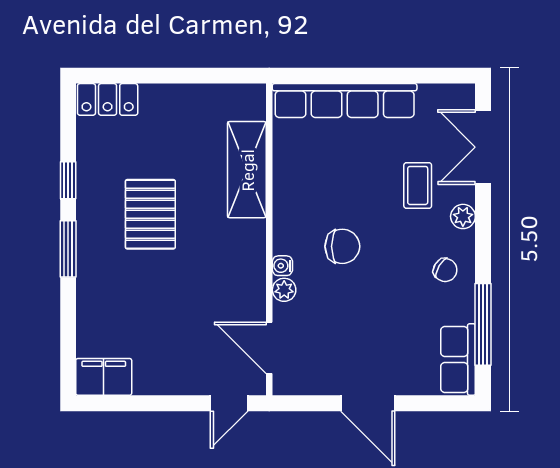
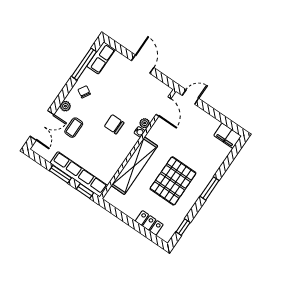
window: (310, 76) -> (85, 191), added
window: (381, 76) -> (60, 174), added
locker: (108, 99) -> (149, 223), moved
shelving: (247, 170) -> (134, 166), width x1.47
window: (68, 180) -> (183, 227), moved
pallet: (150, 214) -> (173, 181), width x1.37, depth x1.41

